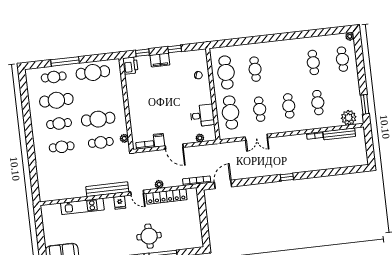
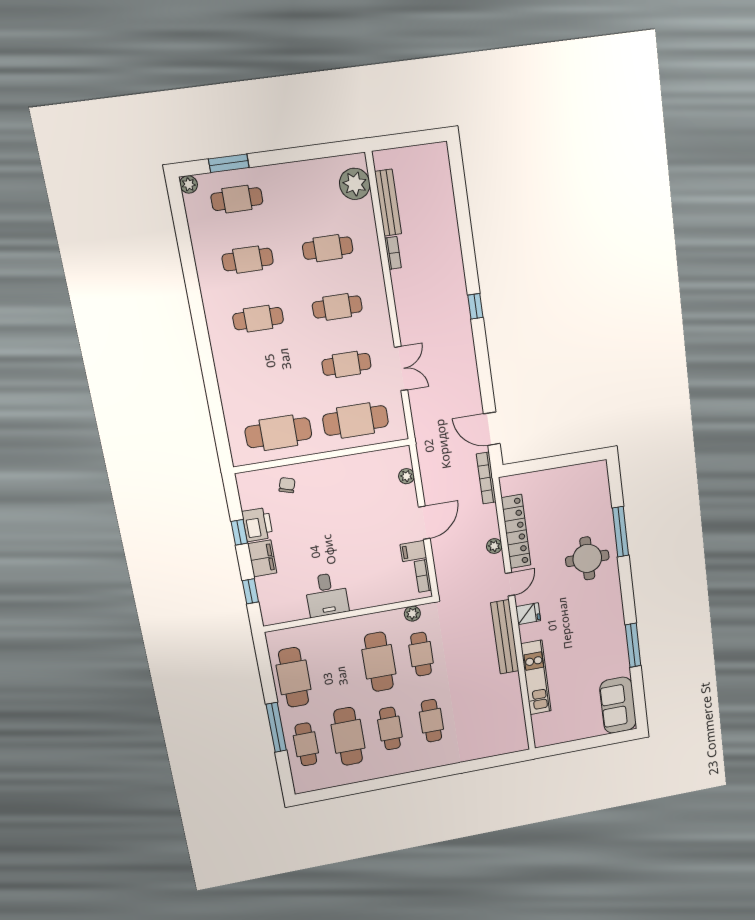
printer: (130, 66) -> (257, 525), moved, turned 90
cafe table: (255, 69) -> (258, 319), moved
window: (365, 104) -> (229, 163), moved
desk: (202, 115) -> (327, 595), moved, turned 180

